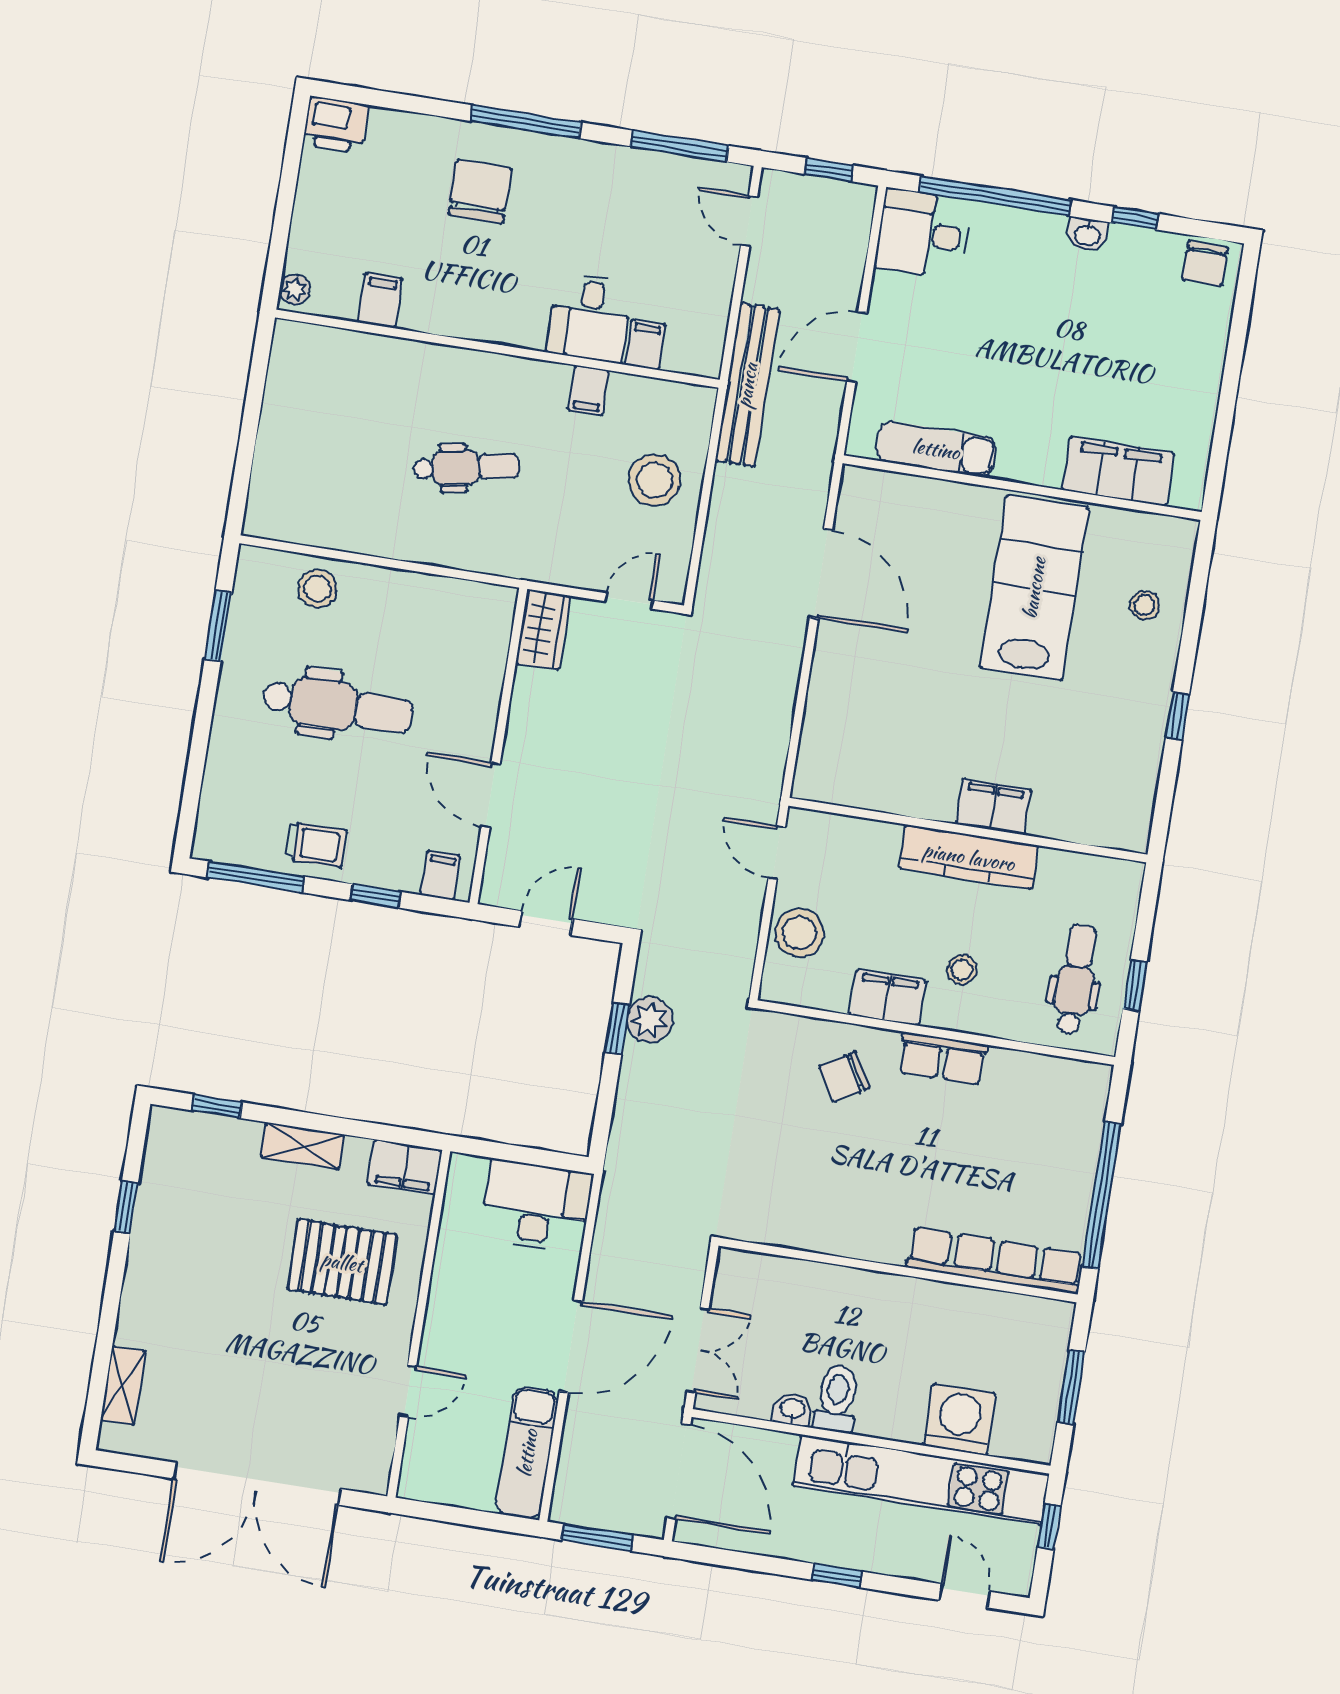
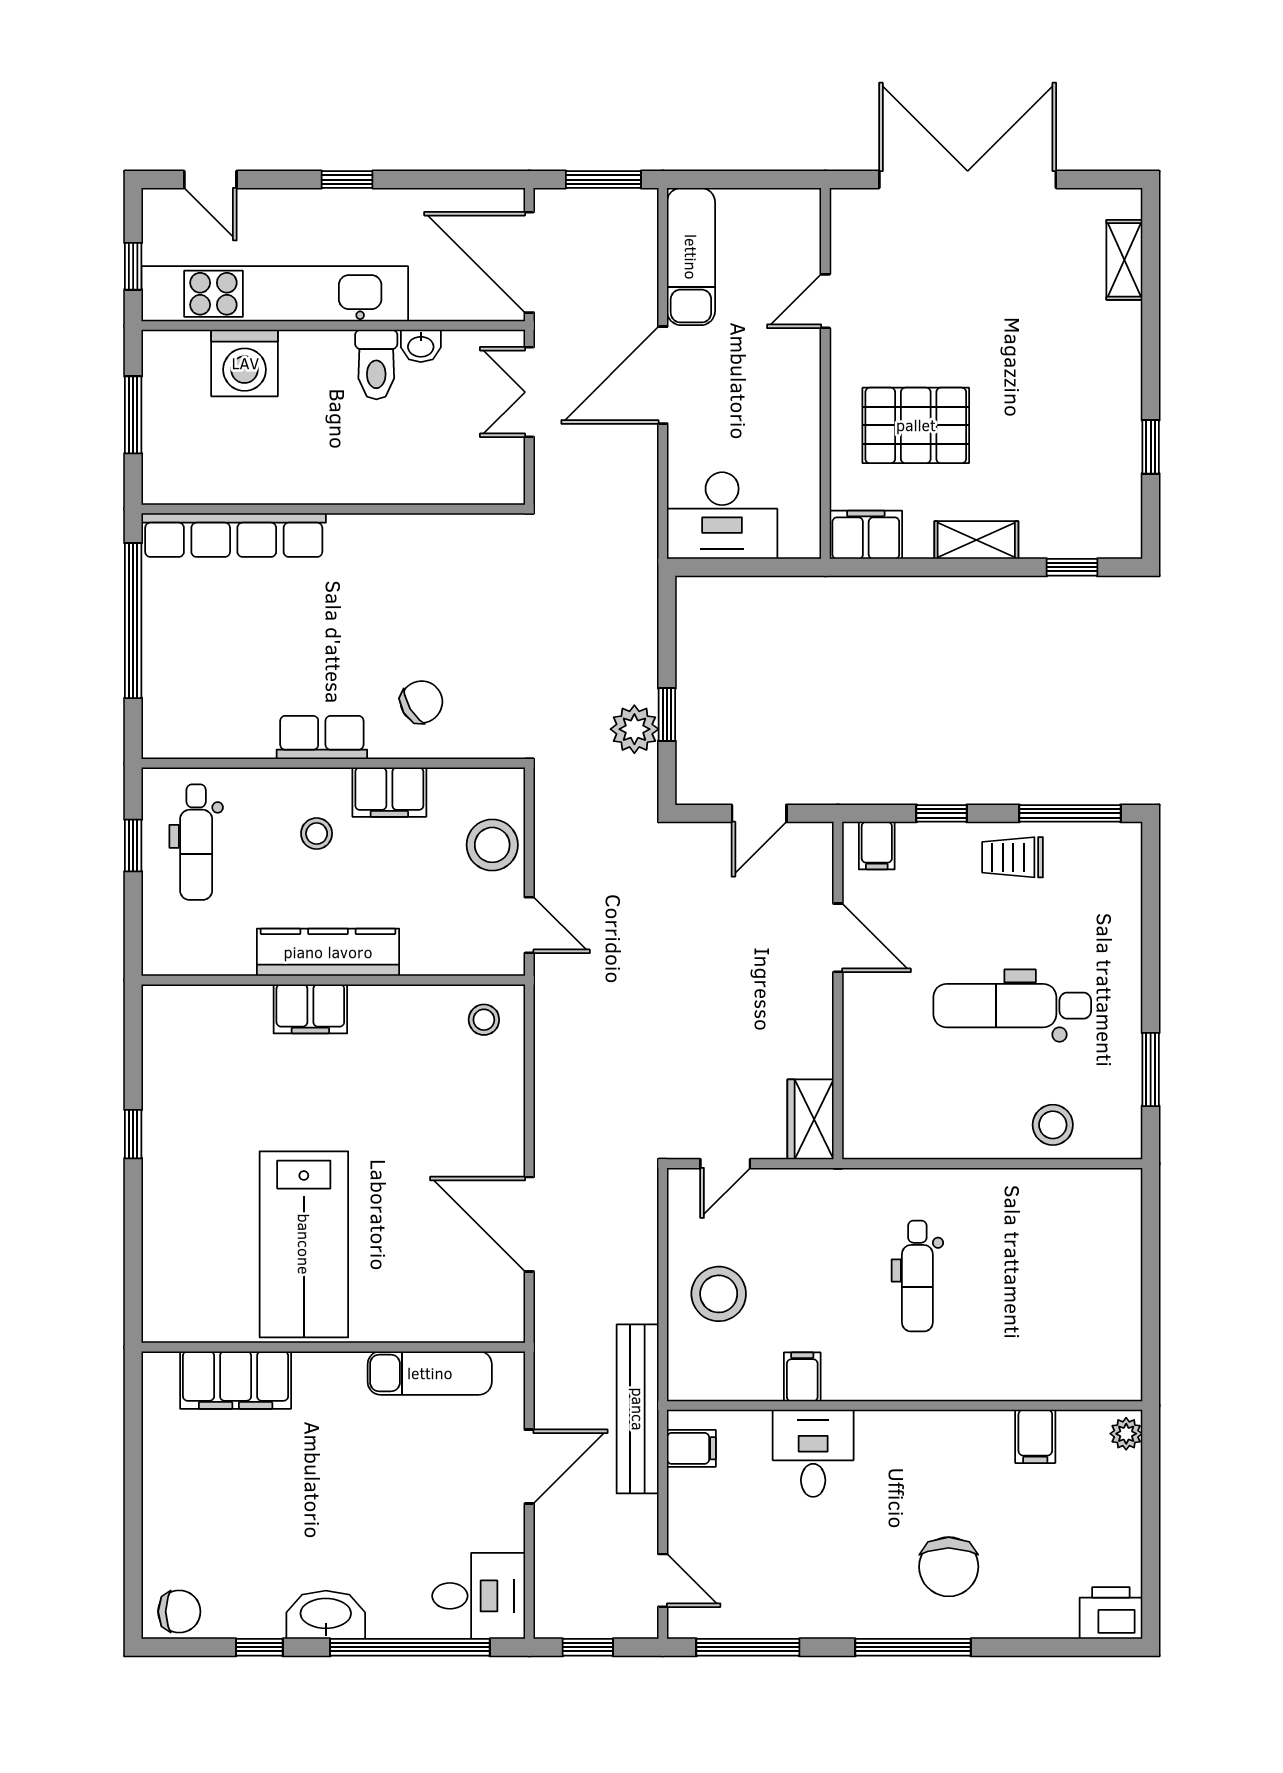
washbasin: (1087, 235) -> (326, 1615), width x1.91, depth x1.45
chair: (1205, 263) -> (179, 1612), turned 90
filing cabinet: (645, 345) -> (691, 1448), moved, turned -90
dental chair: (466, 468) -> (917, 1276), turned -79
stool: (1145, 605) -> (484, 1020), moved

